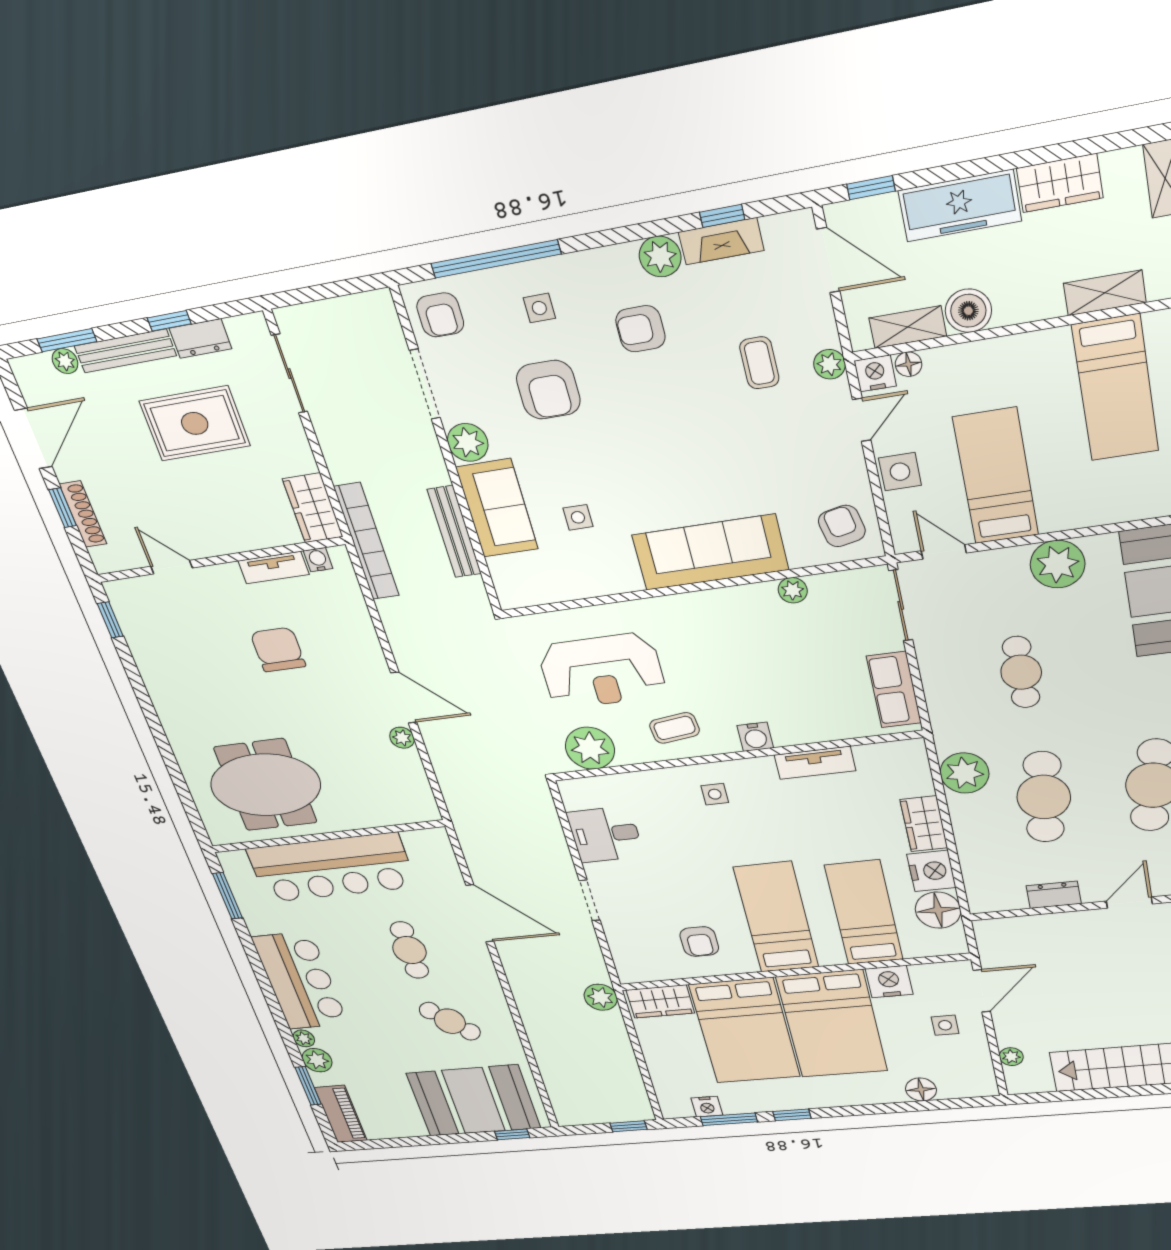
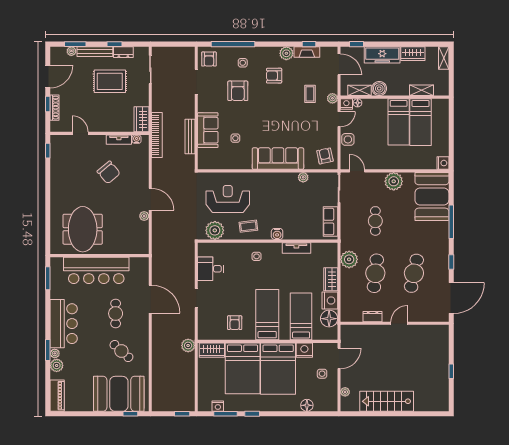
plant: (468, 442) -> (205, 105), removed
bed: (996, 476) -> (399, 122), moved, turned 180
chair: (278, 650) -> (109, 172), turned 140
reception desk: (602, 671) -> (228, 199), turned 180
meeting table: (265, 785) -> (83, 229), turned 90
window: (308, 1086) -> (48, 350), moved

